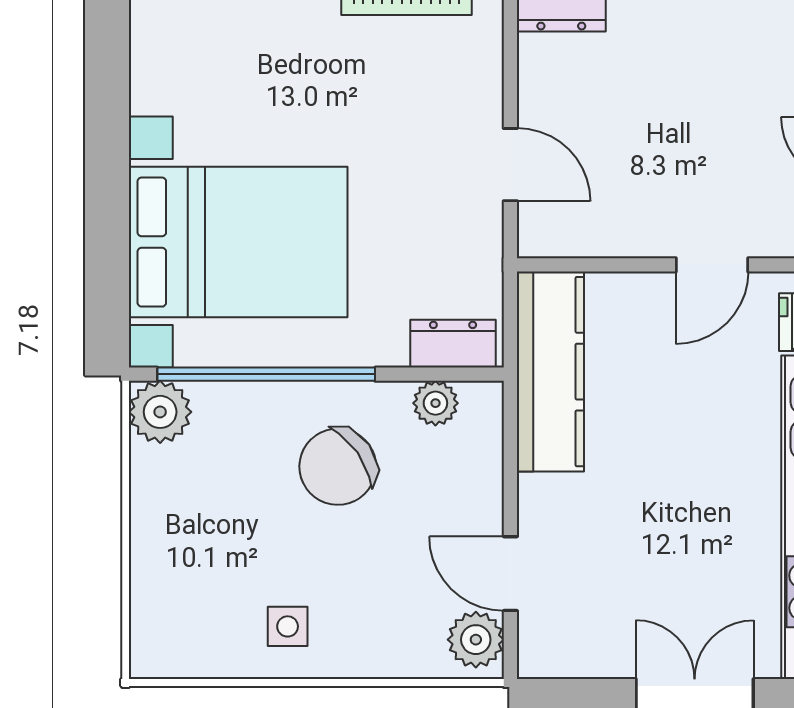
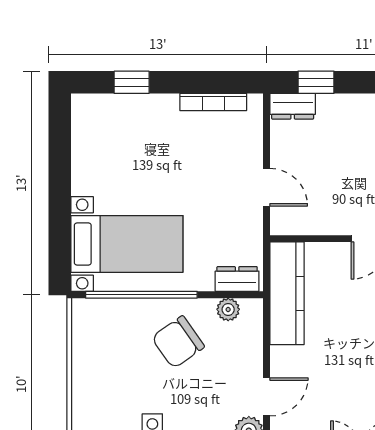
bed with nightstands: (238, 242) -> (127, 244), width x0.73
plant: (160, 412) -> (87, 314), removed
door: (510, 574) -> (267, 397), swing flipped

